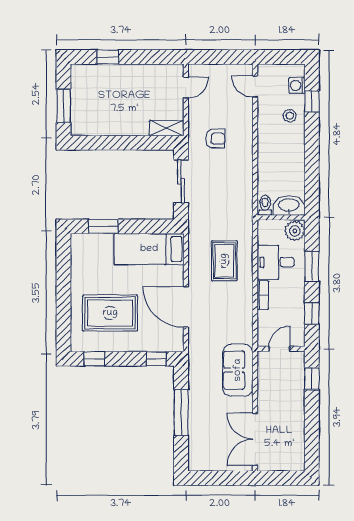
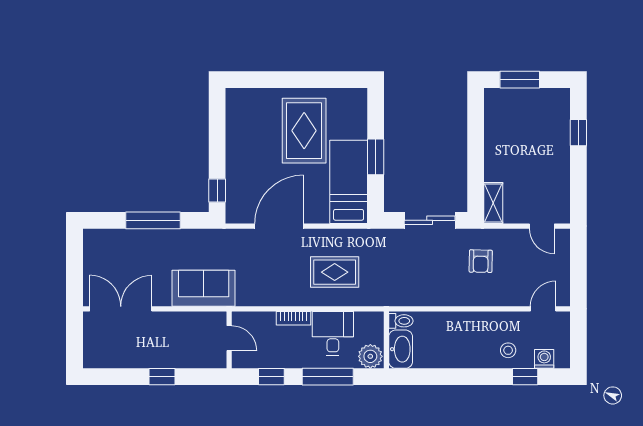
window: (103, 226) -> (376, 157), moved
window: (312, 266) -> (328, 377), width x1.44
rug: (110, 313) -> (304, 131), moved
window: (94, 359) -> (217, 117), removed
window: (312, 379) -> (162, 377), moved

